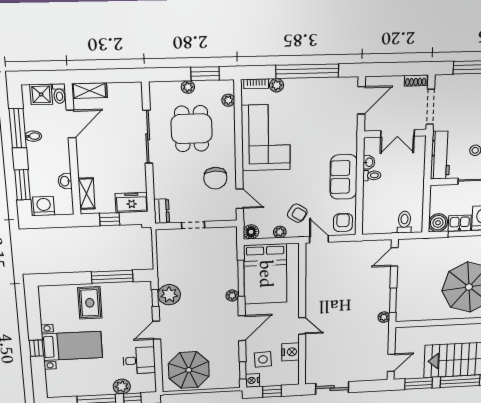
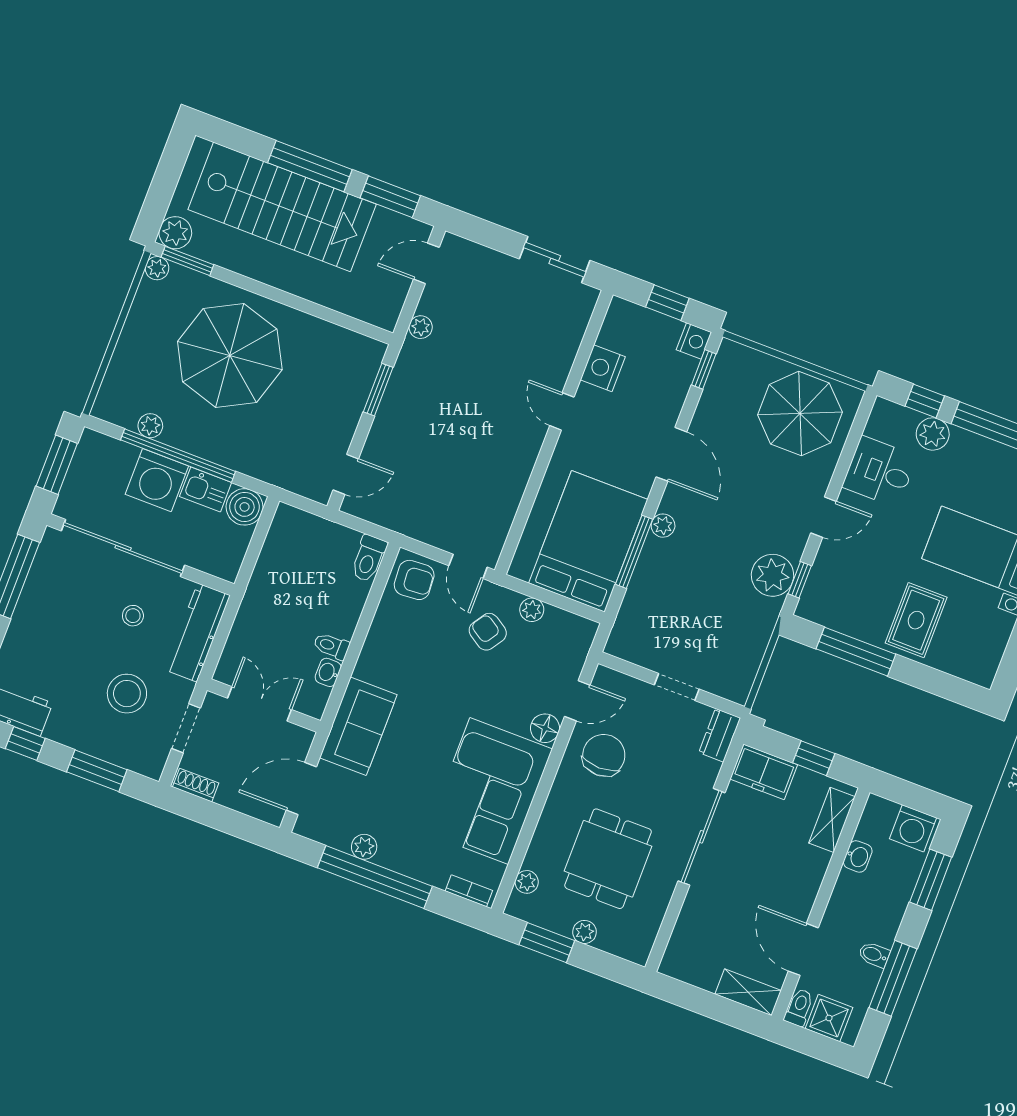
plant: (277, 85) -> (364, 847), moved
doorway: (430, 107) -> (186, 728), width x0.73
stool: (466, 112) -> (127, 694), added
door: (71, 124) -> (803, 949), hinge flipped
sliding door: (148, 137) -> (701, 837), moved
sofa: (344, 177) -> (358, 726), moved
door: (240, 199) -> (577, 701), swing flipped
toilet: (404, 222) -> (369, 558), moved
armchair: (343, 223) -> (414, 580), turned -94
floor lamp: (251, 232) -> (545, 728), moved
plant: (384, 317) -> (421, 327), moved
door: (242, 328) -> (671, 454), swing flipped
side table: (263, 359) -> (658, 375), removed

